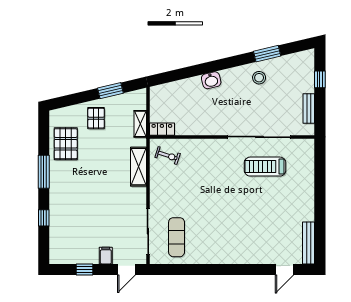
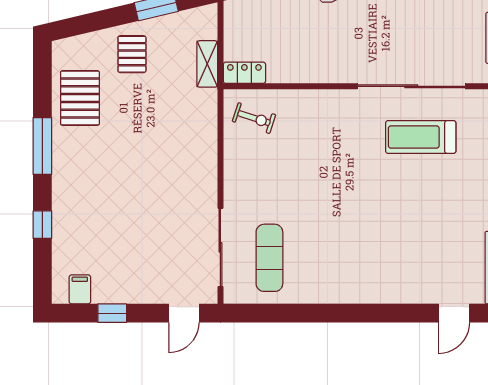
shelving: (138, 167) -> (204, 137), removed
filing cabinet: (106, 256) -> (80, 289), moved

